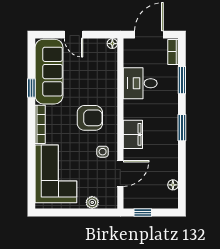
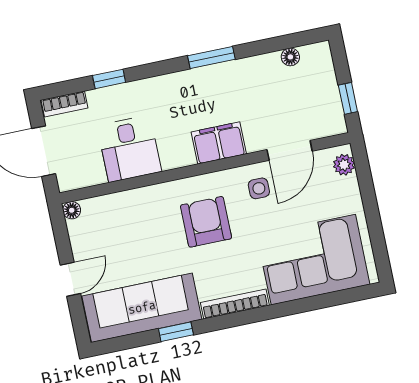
window: (182, 80) -> (109, 79), width x0.67
window: (182, 128) -> (211, 58), moved
door: (120, 173) -> (290, 150), swing flipped
plant: (92, 202) -> (344, 165), moved

